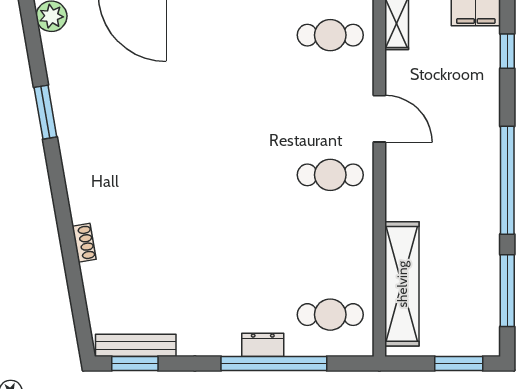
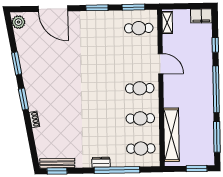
window: (507, 51) -> (215, 45), moved
window: (60, 195) -> (23, 99), added
cafe table: (330, 245) -> (140, 118), added
dresser: (263, 345) -> (101, 162), moved

